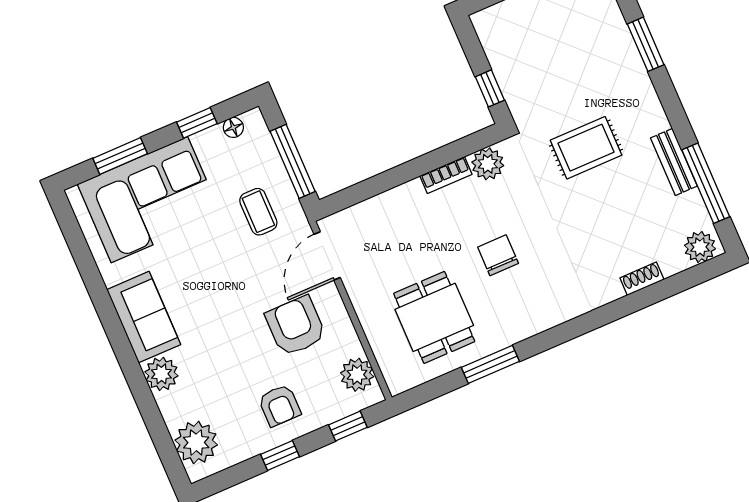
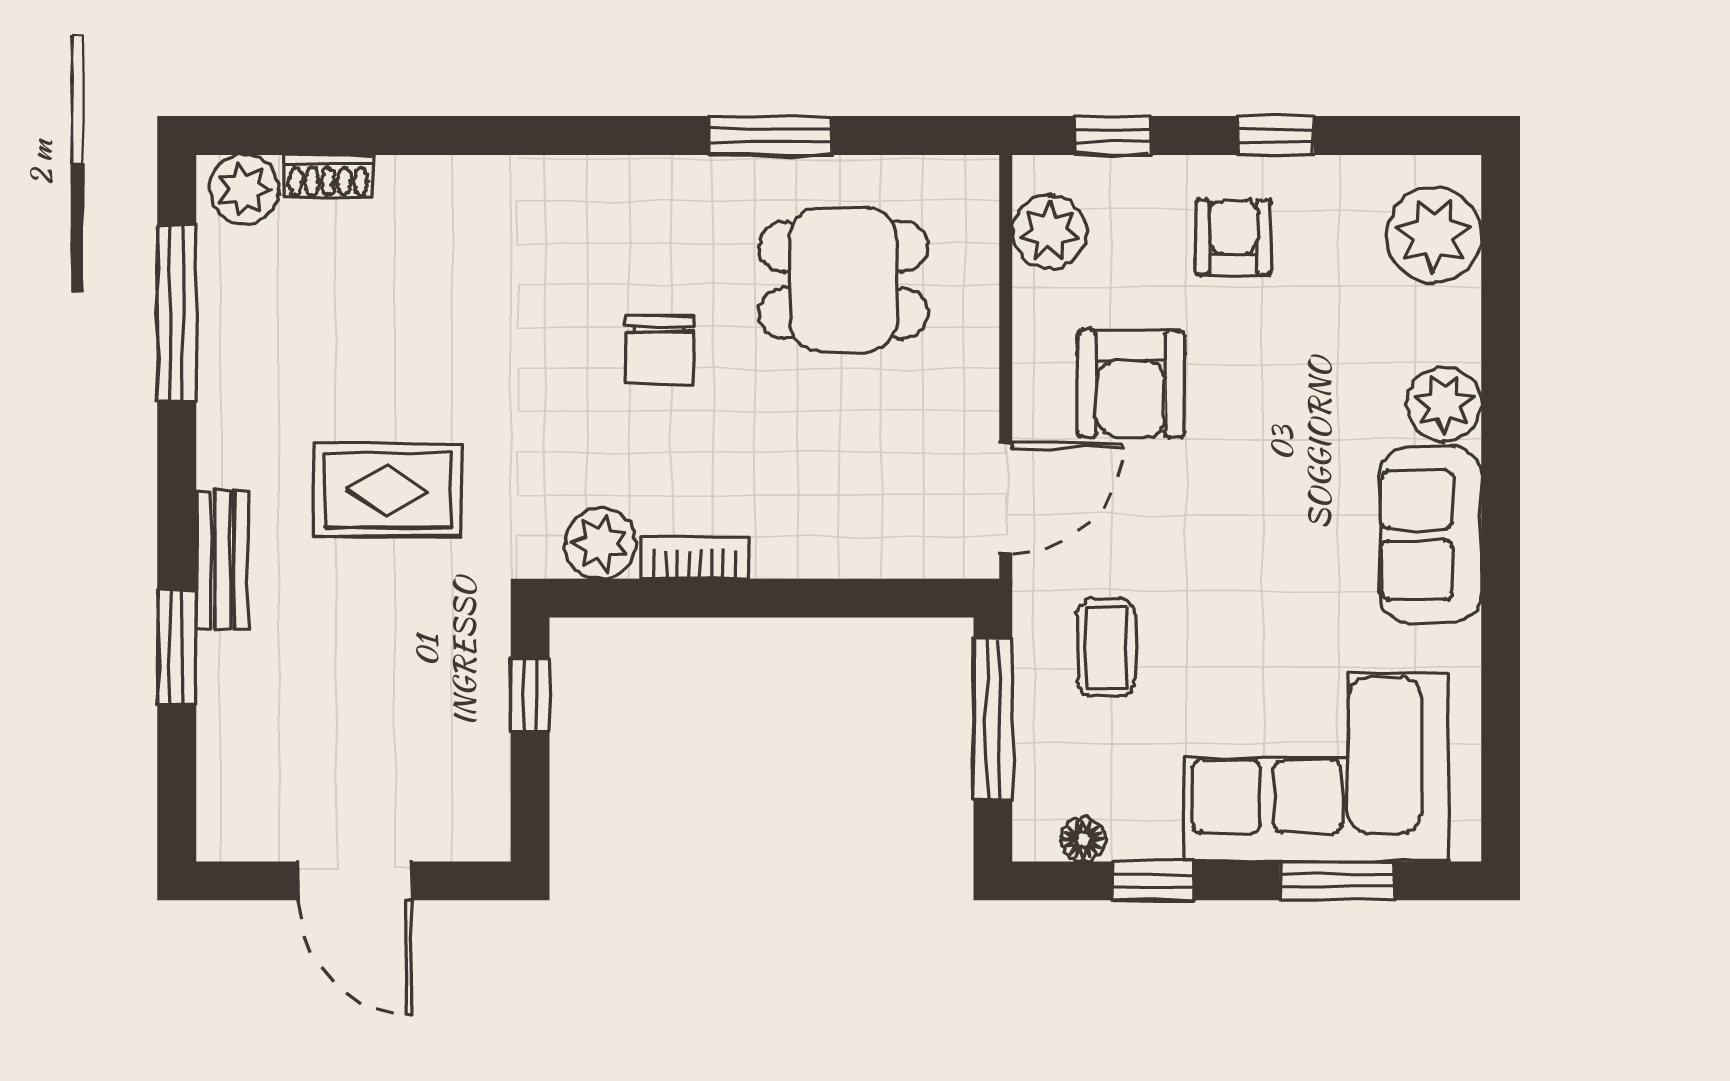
bench: (674, 162) -> (222, 560), moved
shoe rack: (642, 279) -> (328, 176), moved
dining table: (434, 317) -> (843, 280), turned 90

